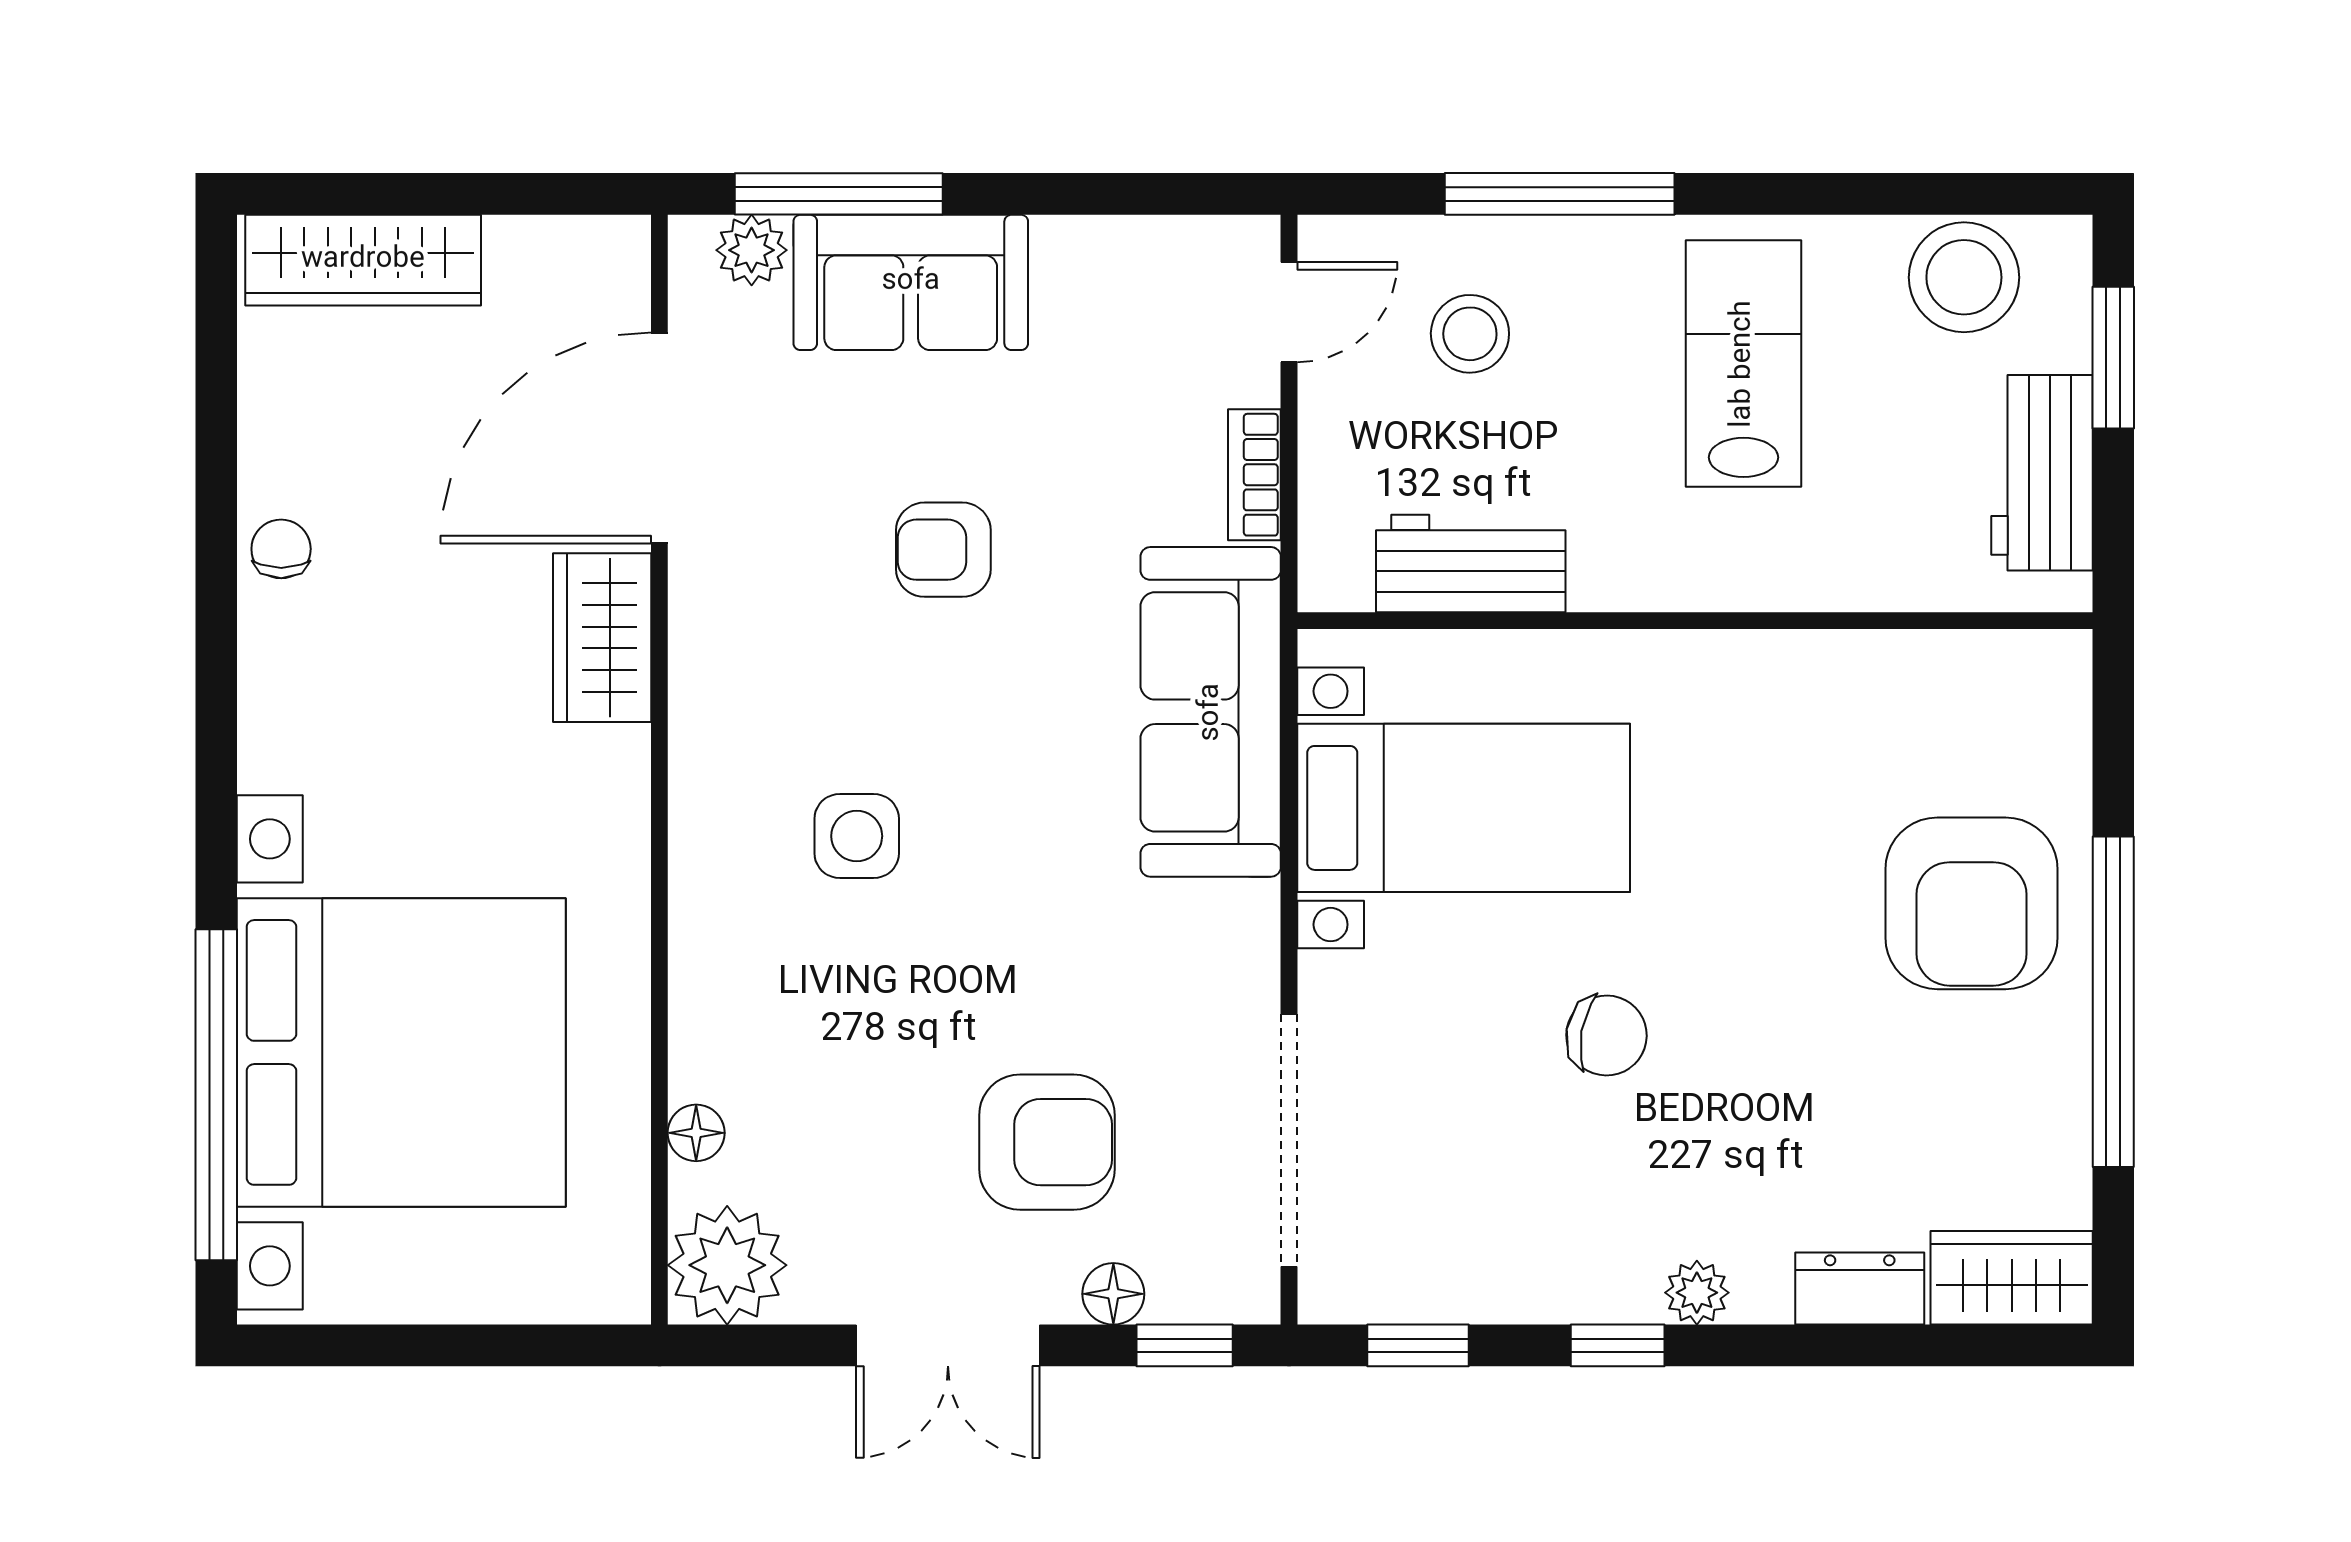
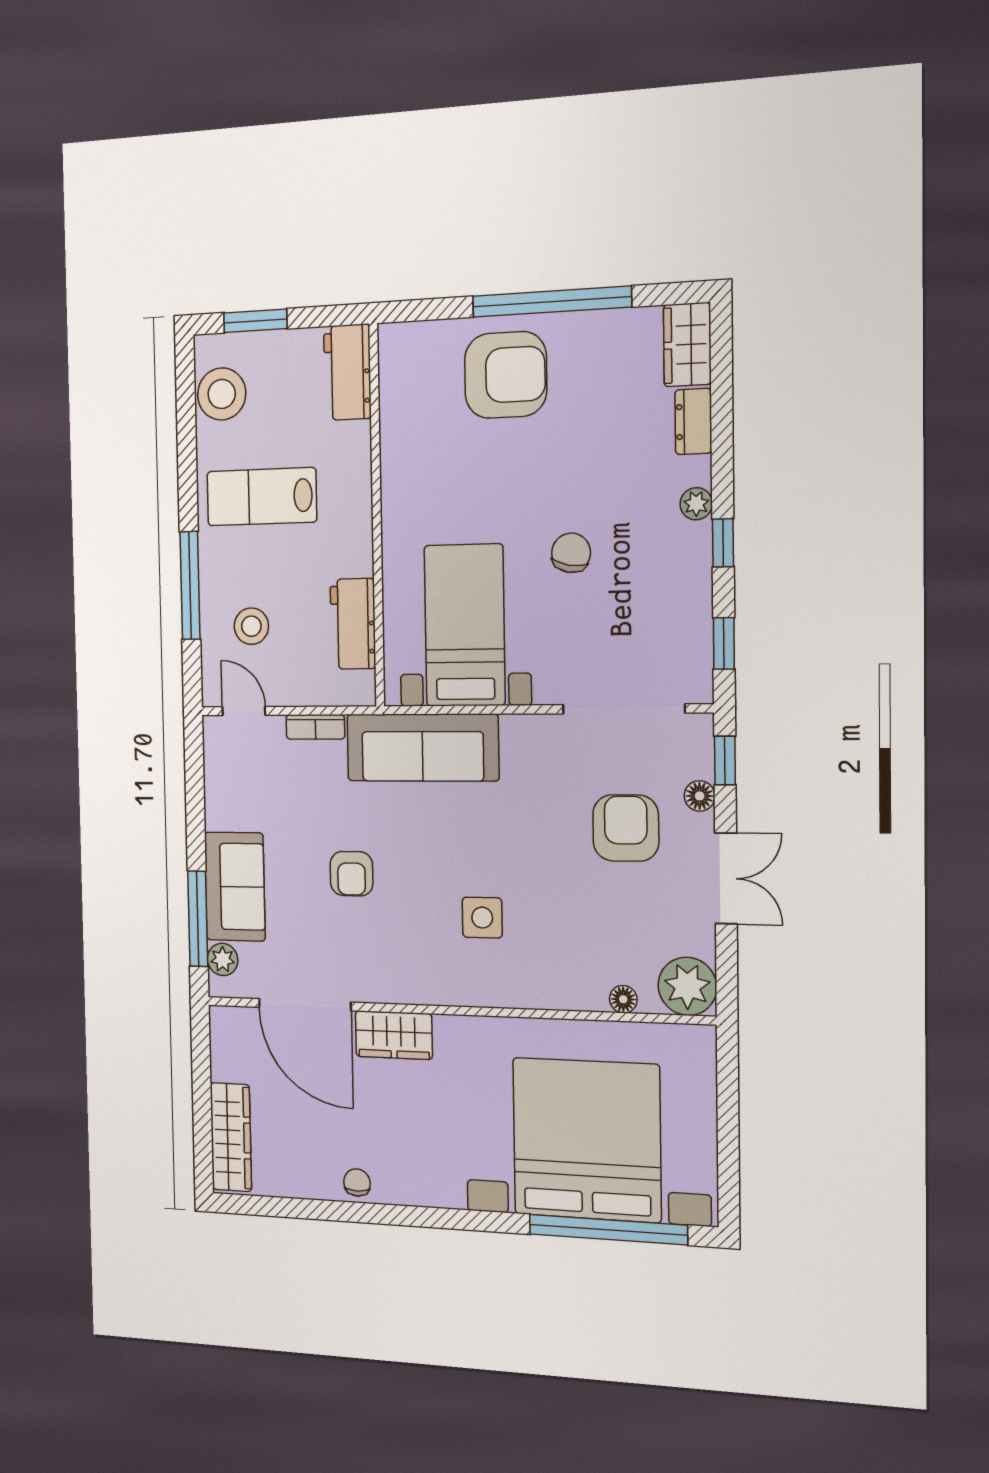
workbench: (2042, 473) -> (347, 372), moved, turned 90
chair: (281, 549) -> (357, 1182), turned 90

